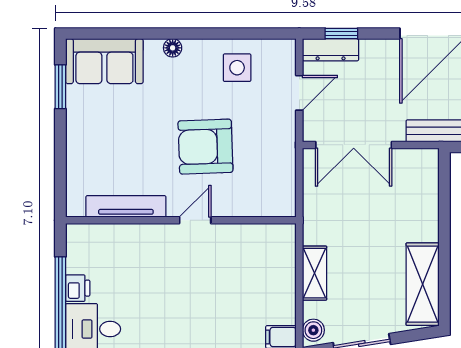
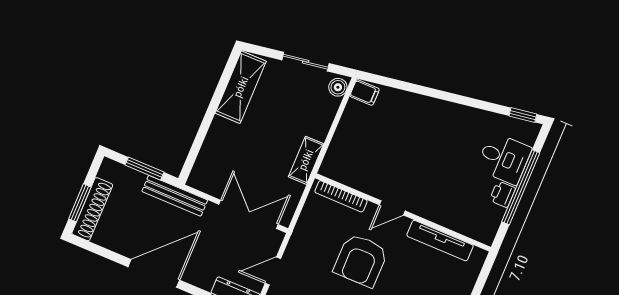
armchair: (205, 147) -> (361, 260), turned 92
bookcase: (258, 209) -> (341, 196), added
shelving: (315, 273) -> (306, 160), moved

